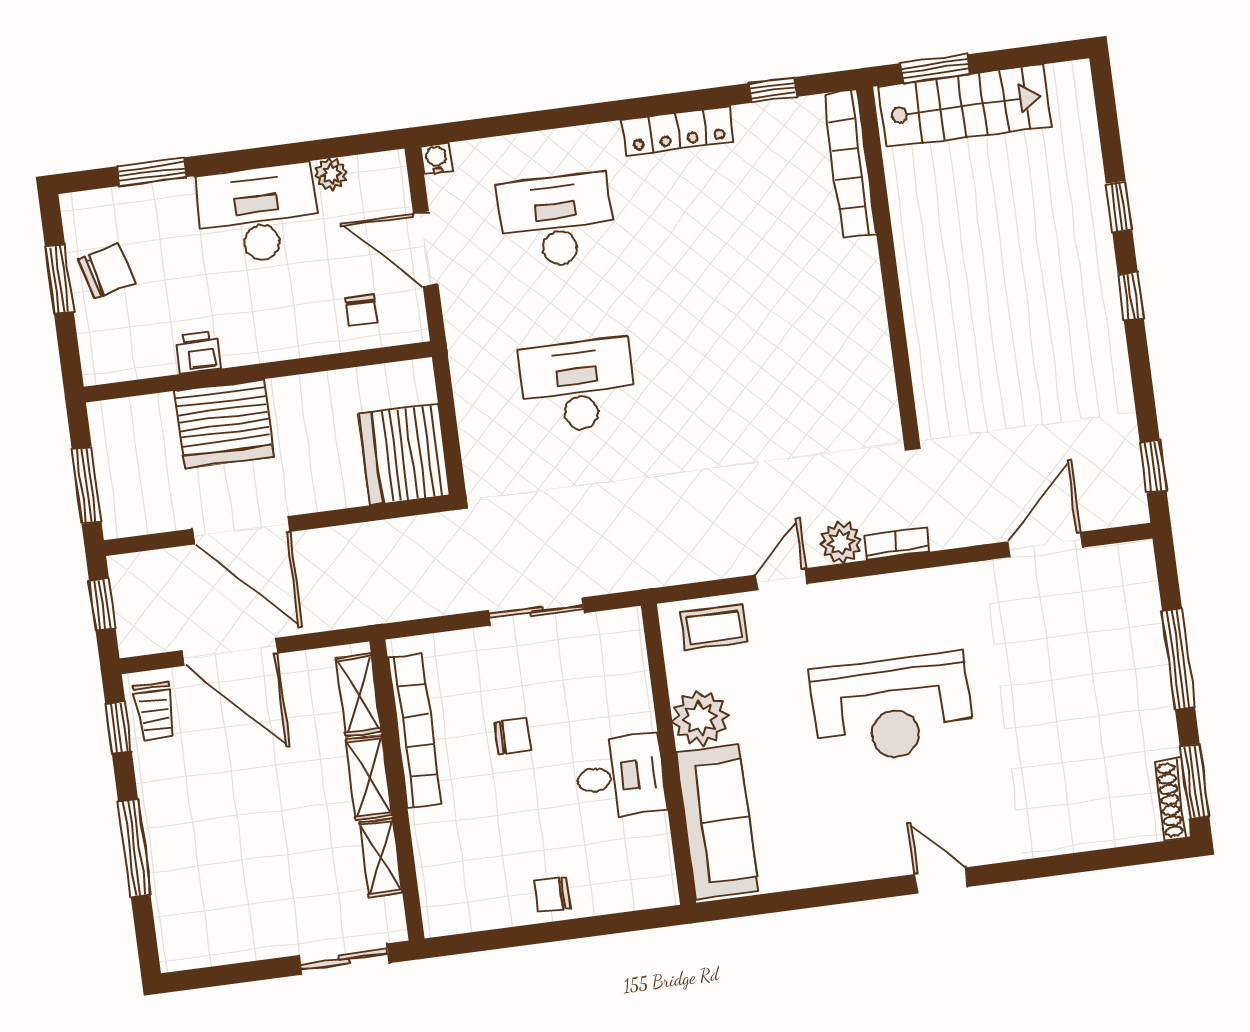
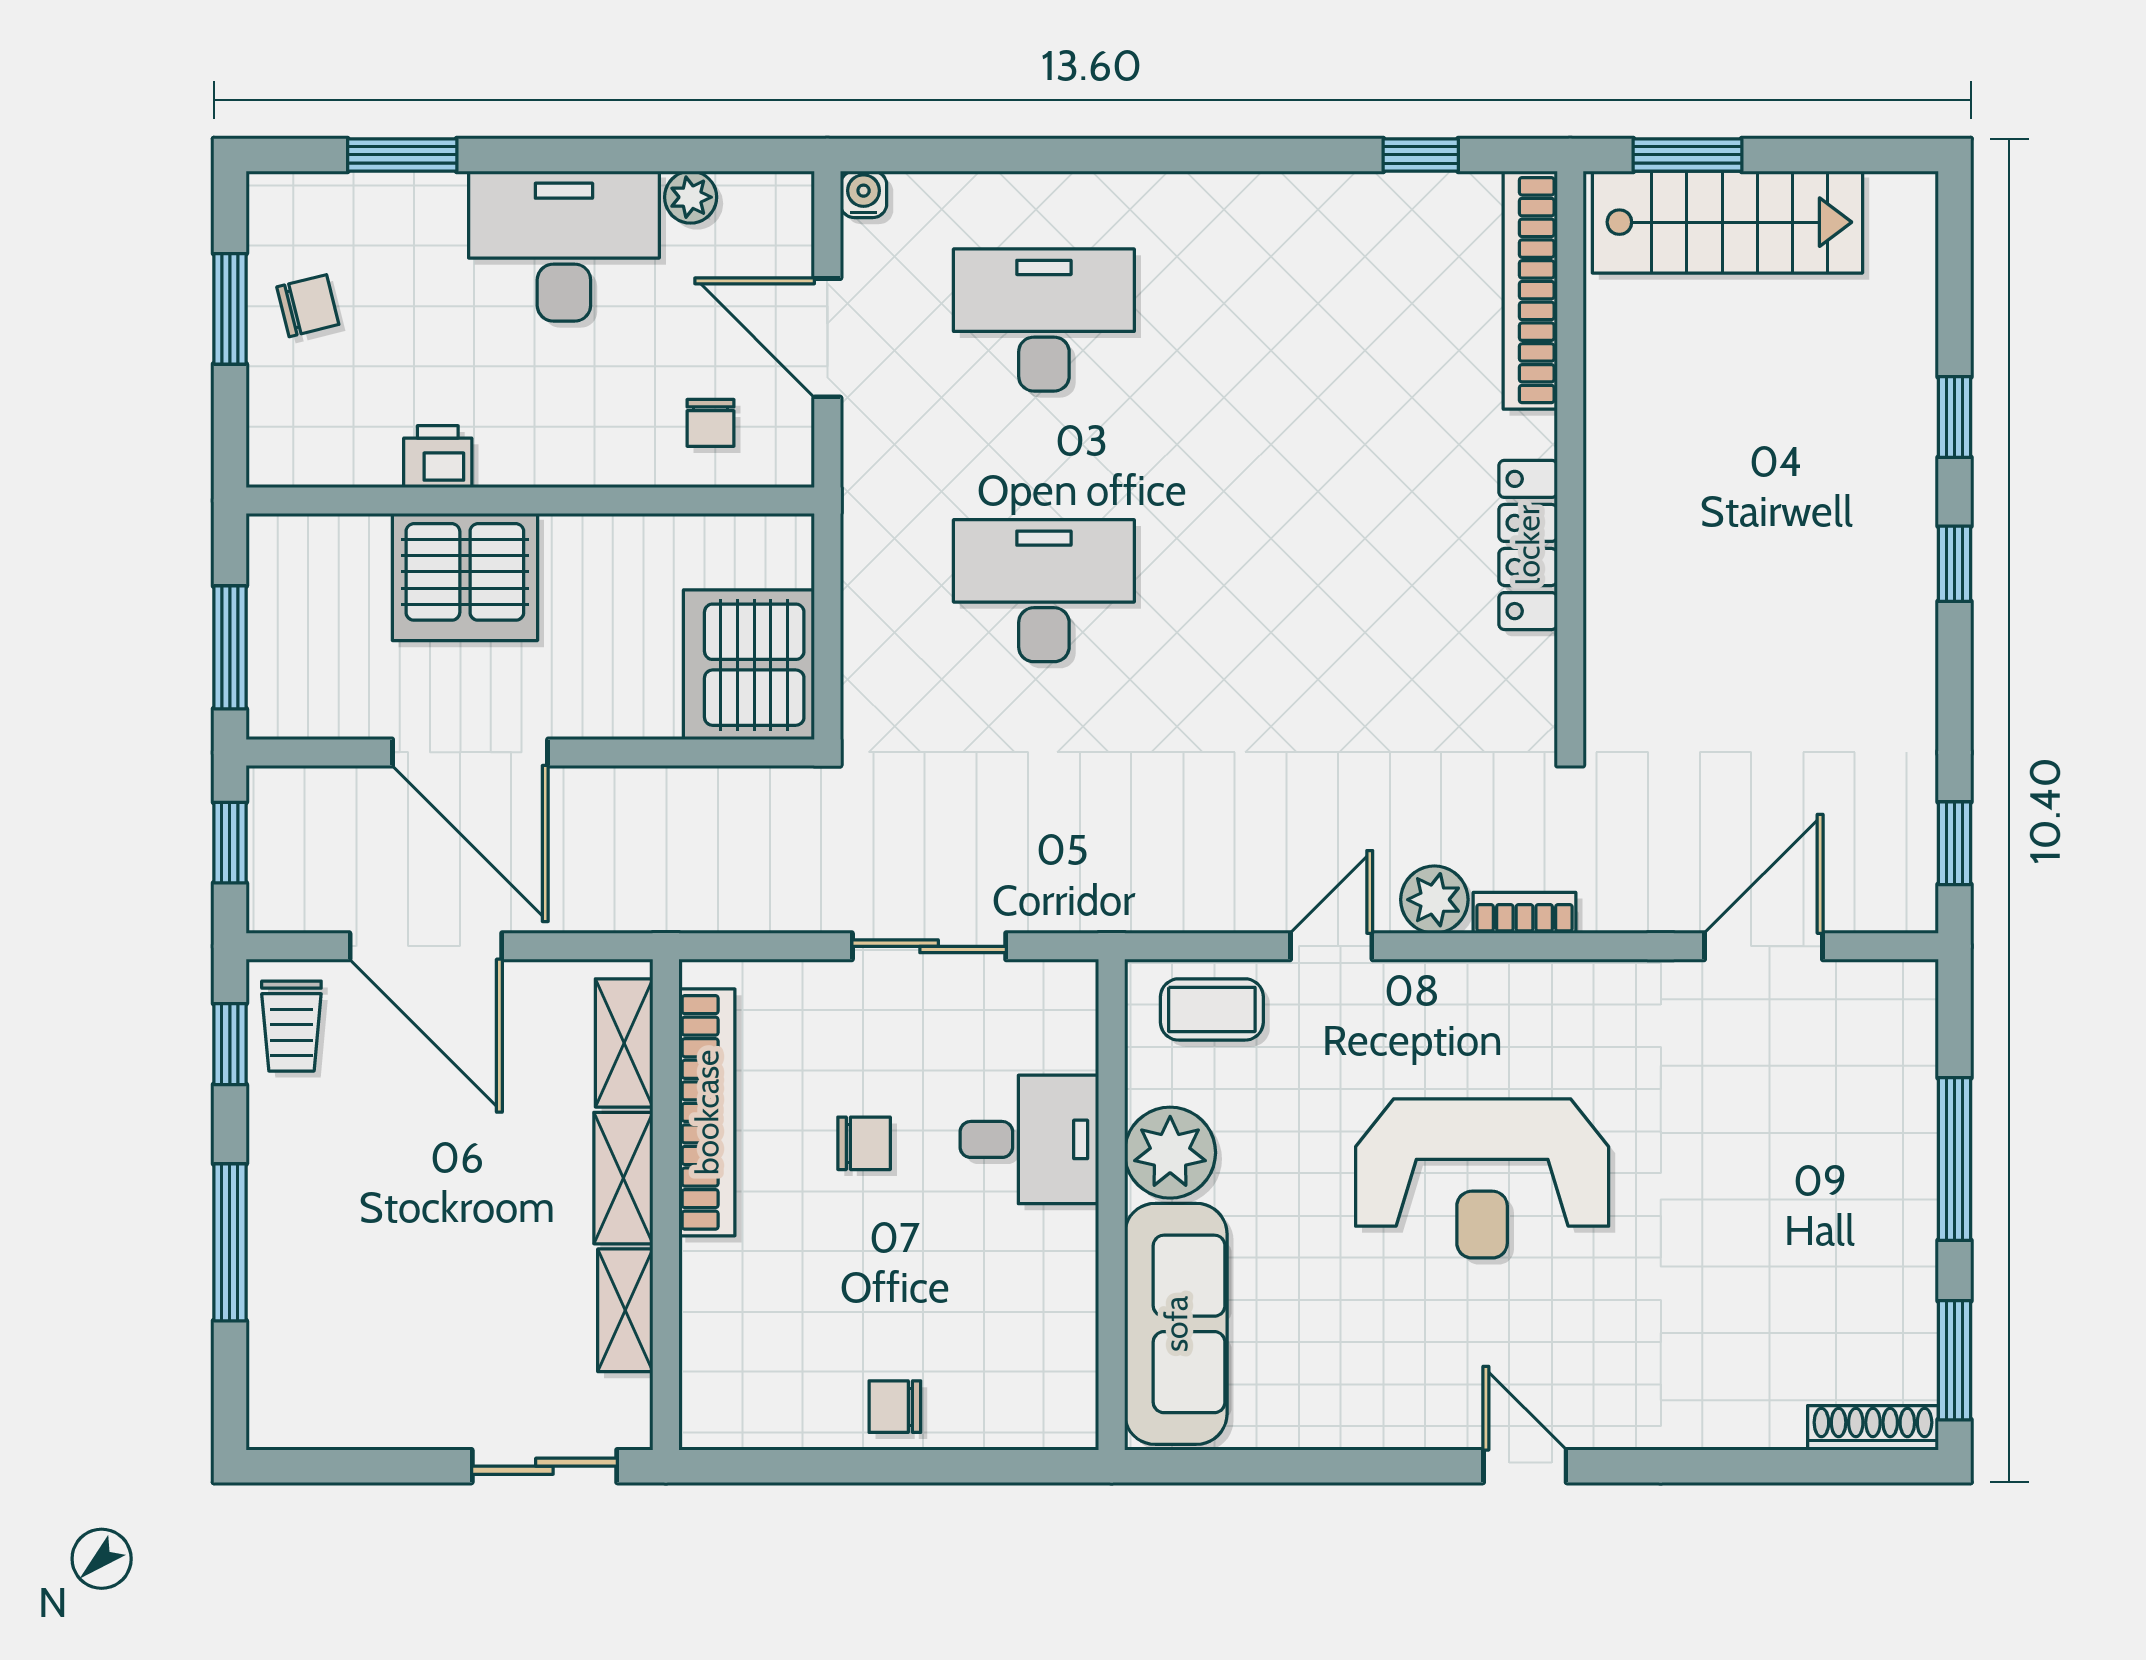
locker: (678, 131) -> (1528, 545), moved, turned 90
chair: (107, 271) -> (308, 306), width x0.73, depth x0.73
desk: (620, 777) -> (1029, 1139), moved
shoe rack: (1173, 799) -> (1873, 1428), moved, turned 90

